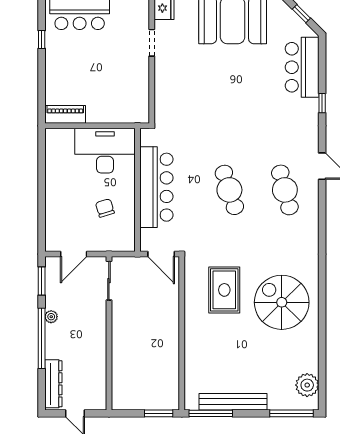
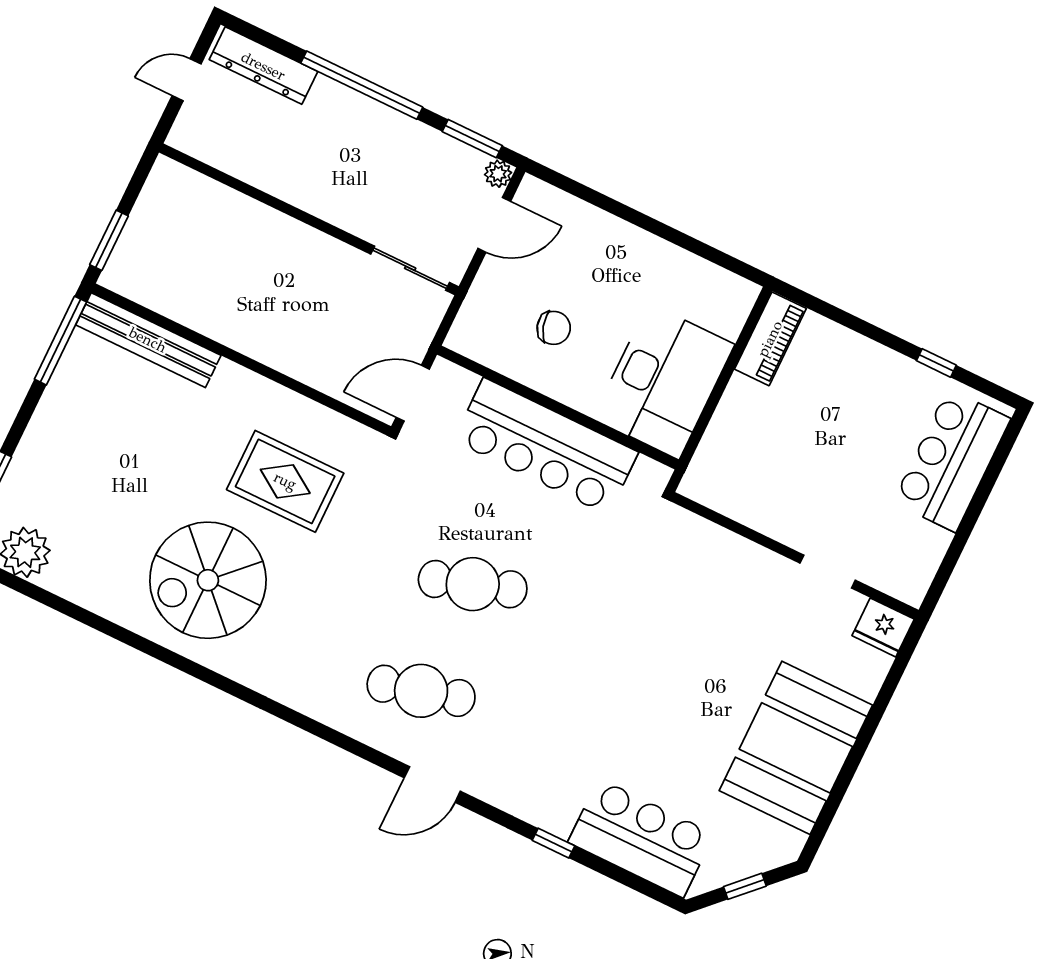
door: (74, 254) -> (494, 225), swing flipped
spiral stairs: (282, 302) -> (208, 580), turned 180
plant: (51, 317) -> (498, 174), moved
bench: (233, 402) -> (148, 340), moved, turned 90

